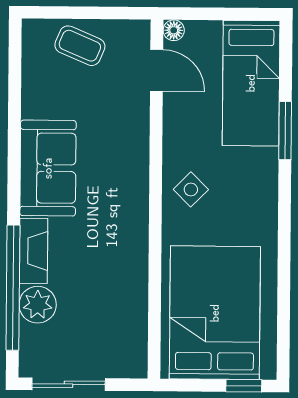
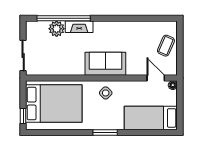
door: (157, 70) -> (156, 78), swing flipped
window: (285, 131) -> (105, 133), moved
sofa: (48, 168) -> (105, 64), moved, turned 180
sliding door: (69, 384) -> (23, 56), moved

